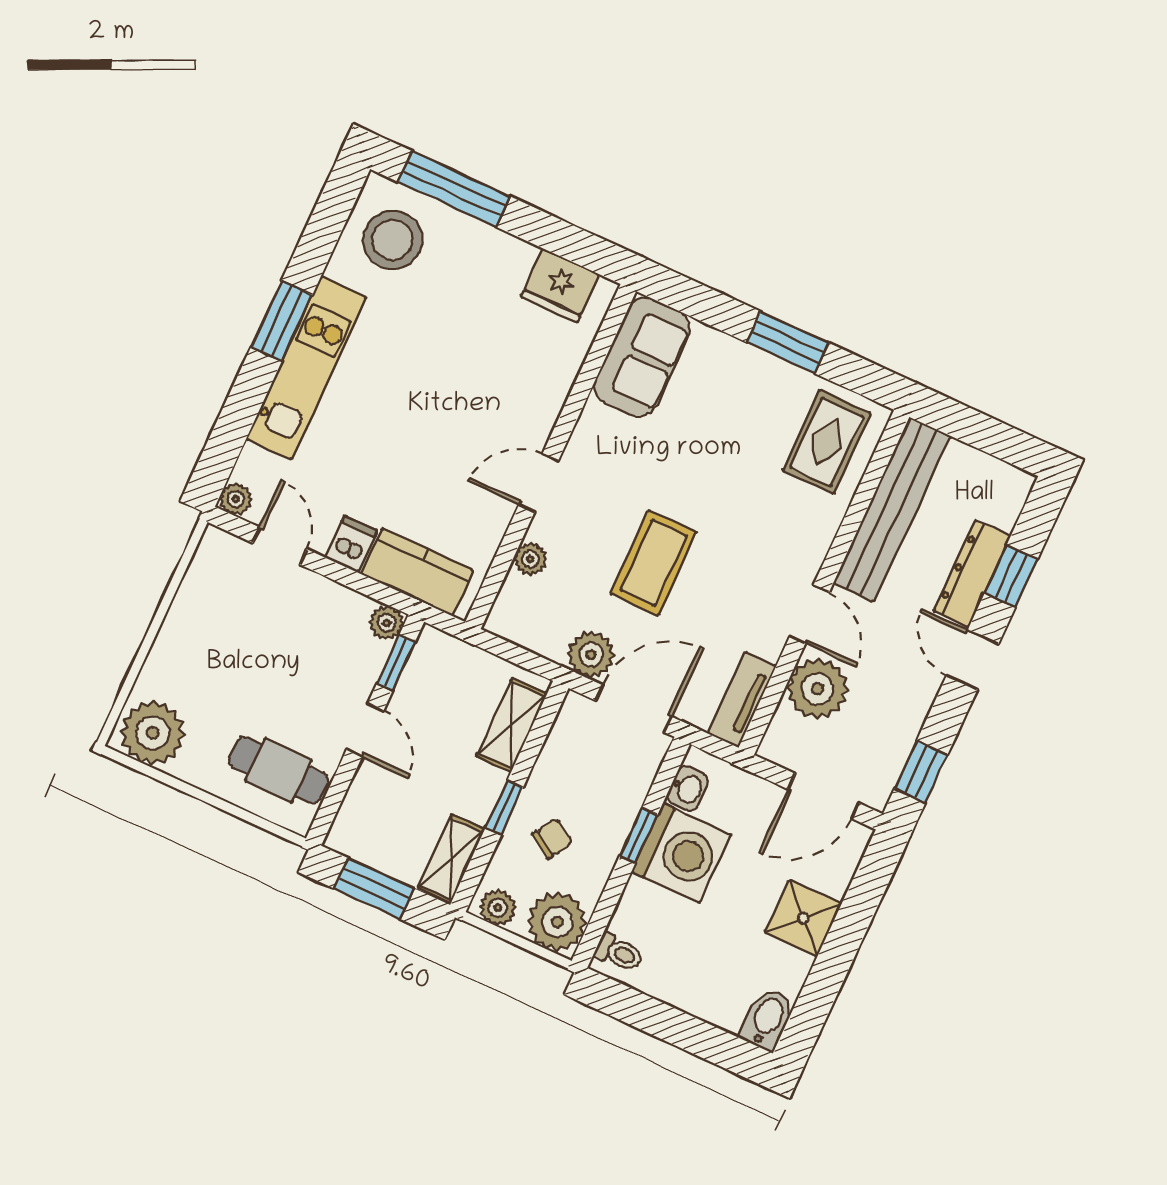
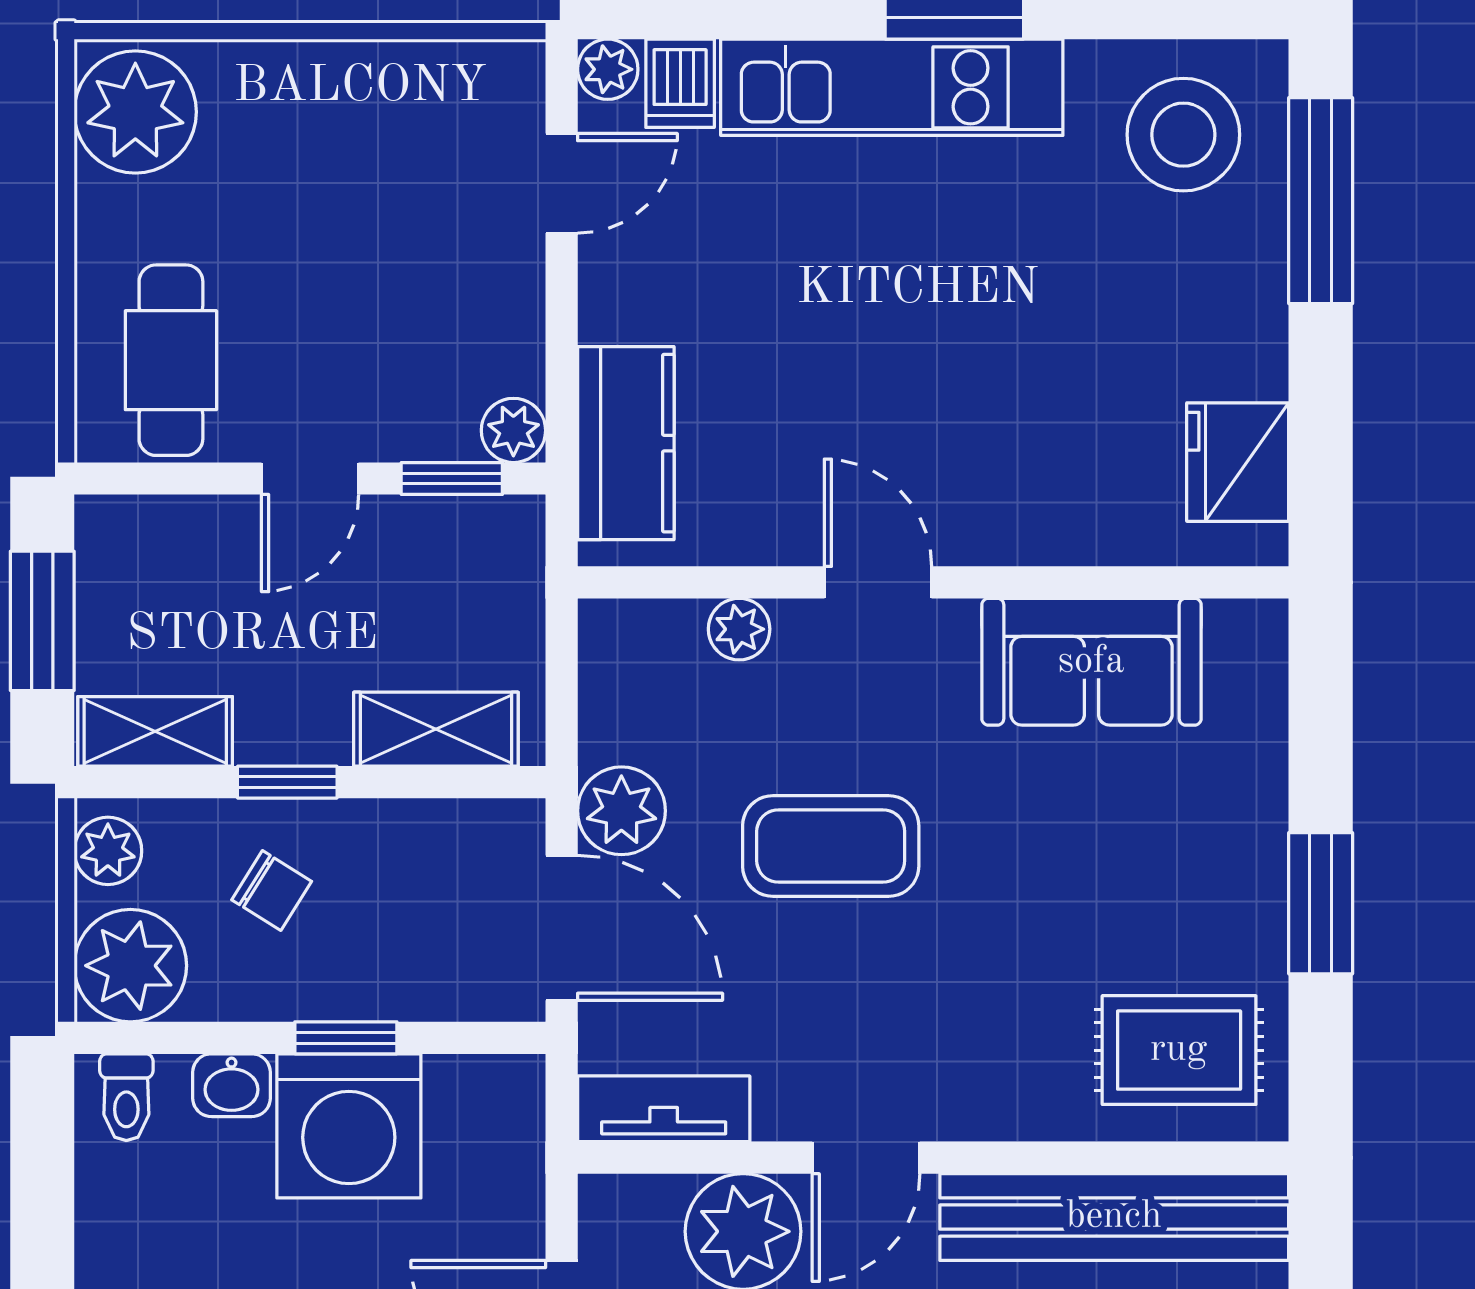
sofa: (642, 357) -> (1091, 662), moved
dishwasher: (351, 544) -> (680, 83), moved, turned 90
washbasin: (688, 788) -> (232, 1085), moved

